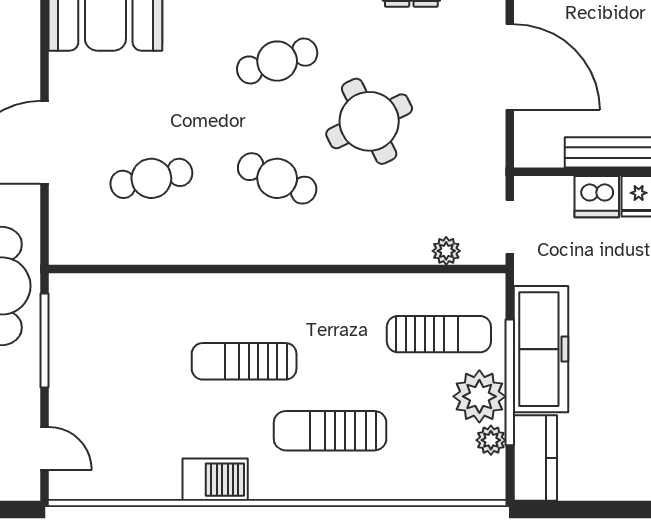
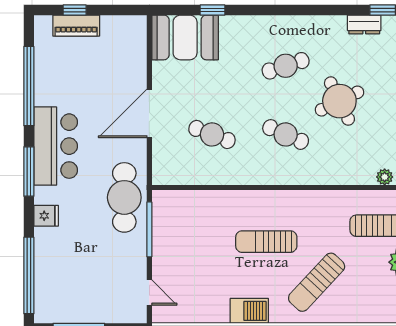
cafe table: (151, 178) -> (212, 134), turned 33
sun lounger: (330, 431) -> (317, 282), turned -47

